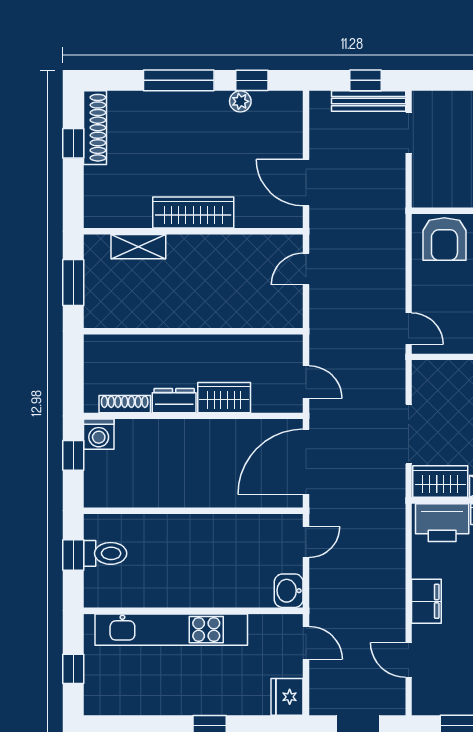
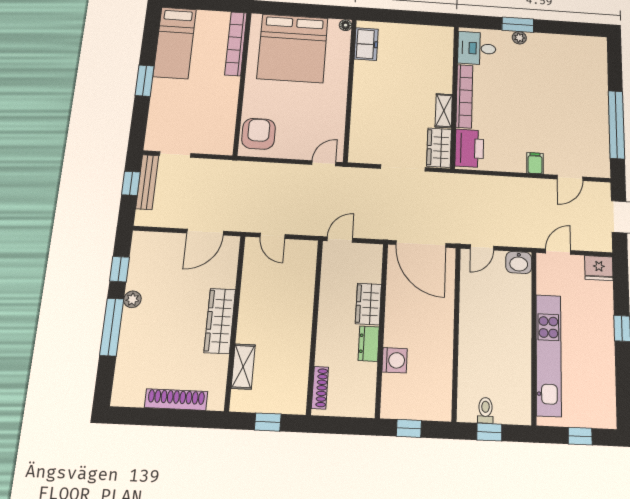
plant: (240, 101) -> (132, 299), moved
shoe rack: (95, 128) -> (176, 400), moved
window: (73, 143) -> (153, 417), removed
armchair: (444, 239) -> (259, 134), turned -90
window: (73, 282) -> (268, 422), width x0.67
door: (306, 382) -> (340, 240), moved
shoe rack: (125, 404) -> (320, 388), moved, turned 180
washing machine: (99, 434) -> (395, 360), moved
door: (306, 542) -> (482, 247), swing flipped
toilet: (105, 553) -> (485, 410), width x0.73, depth x0.72
filing cabinet: (426, 601) -> (535, 163), width x0.50

